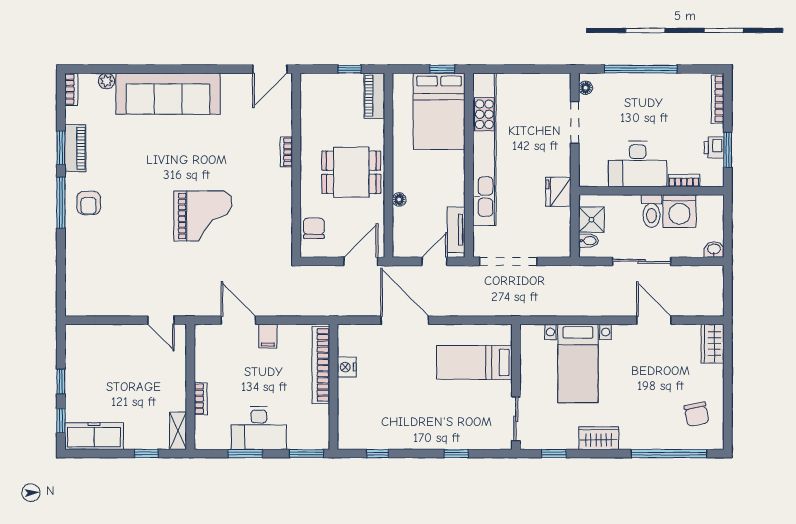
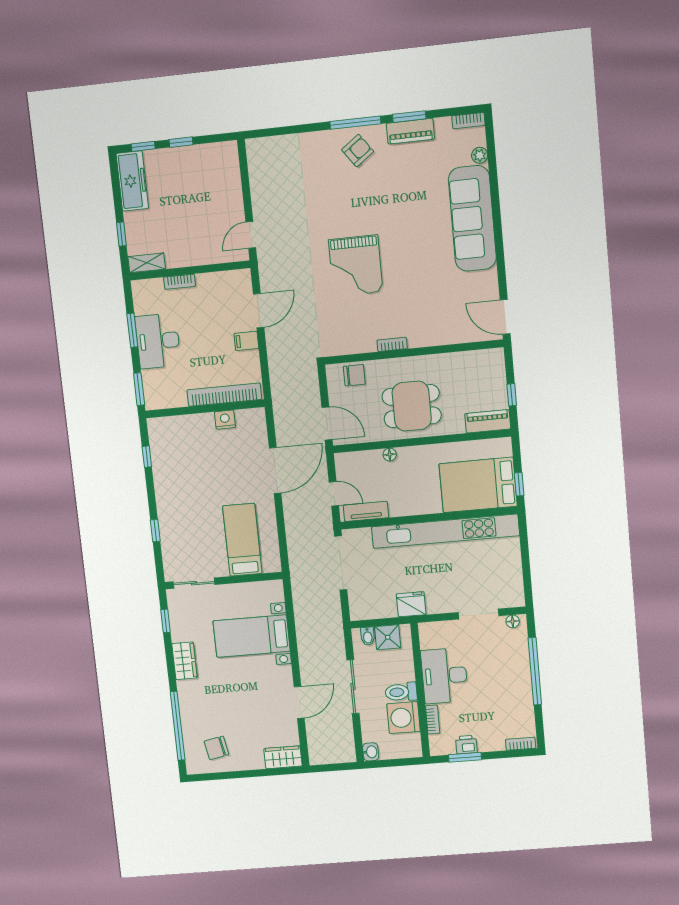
bookcase: (718, 99) -> (521, 744), width x0.64
bookcase: (286, 152) -> (392, 344), moved
dining table: (351, 172) -> (412, 406), turned 90
armchair: (89, 203) -> (358, 151), turned 144

